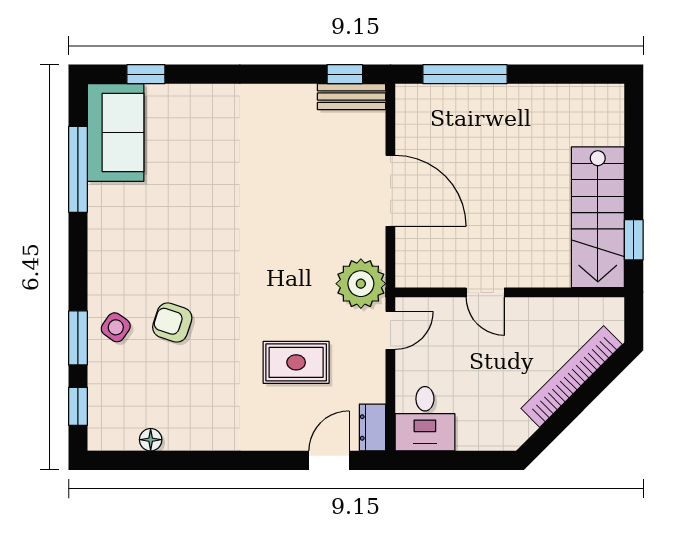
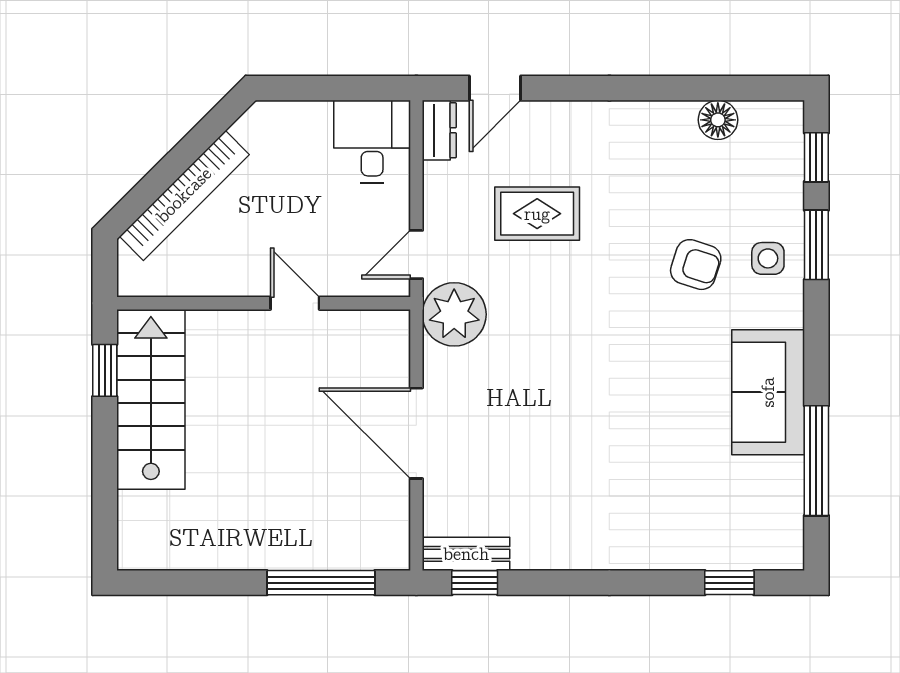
sofa: (116, 132) -> (768, 392), moved
side table: (116, 327) -> (768, 258), turned -35
floor lamp: (151, 440) -> (718, 120), width x1.37, depth x1.37

